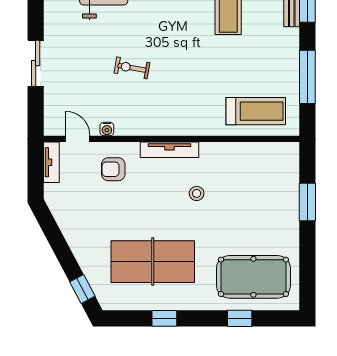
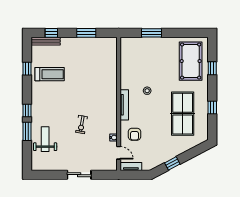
window: (307, 77) -> (86, 33), width x0.69
treadmill: (256, 111) -> (104, 60), removed
door: (78, 139) -> (119, 153), swing flipped
window: (82, 289) -> (172, 163), moved

